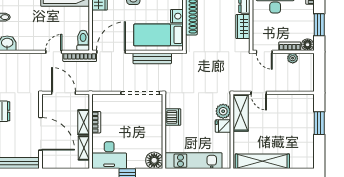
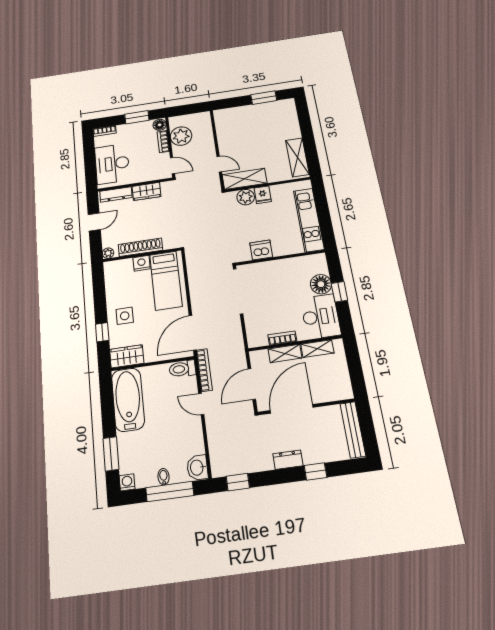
door: (111, 52) -> (193, 333), hinge flipped
door: (264, 52) -> (172, 166), hinge flipped
bench: (152, 58) -> (195, 283), removed
plant: (293, 58) -> (181, 136), width x1.88, depth x1.88
door: (259, 93) -> (219, 164), hinge flipped
window: (319, 123) -> (264, 98), moved
door: (40, 134) -> (292, 409), moved
floor lamp: (154, 160) -> (321, 284), moved
shelving: (262, 161) -> (297, 157), width x0.68

